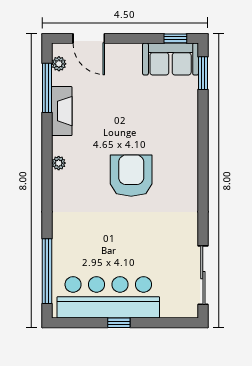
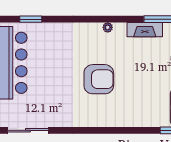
window: (47, 271) -> (31, 19), width x0.47

